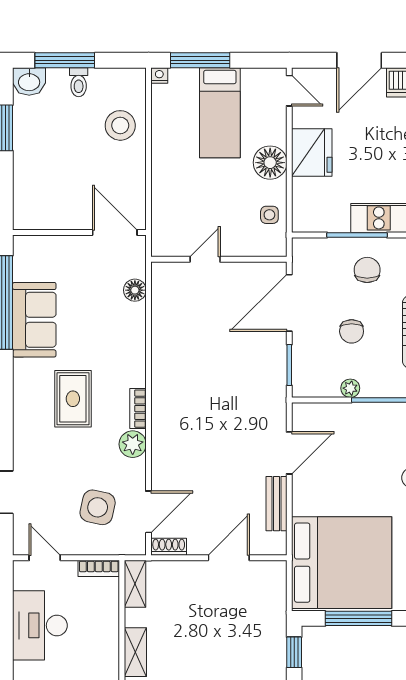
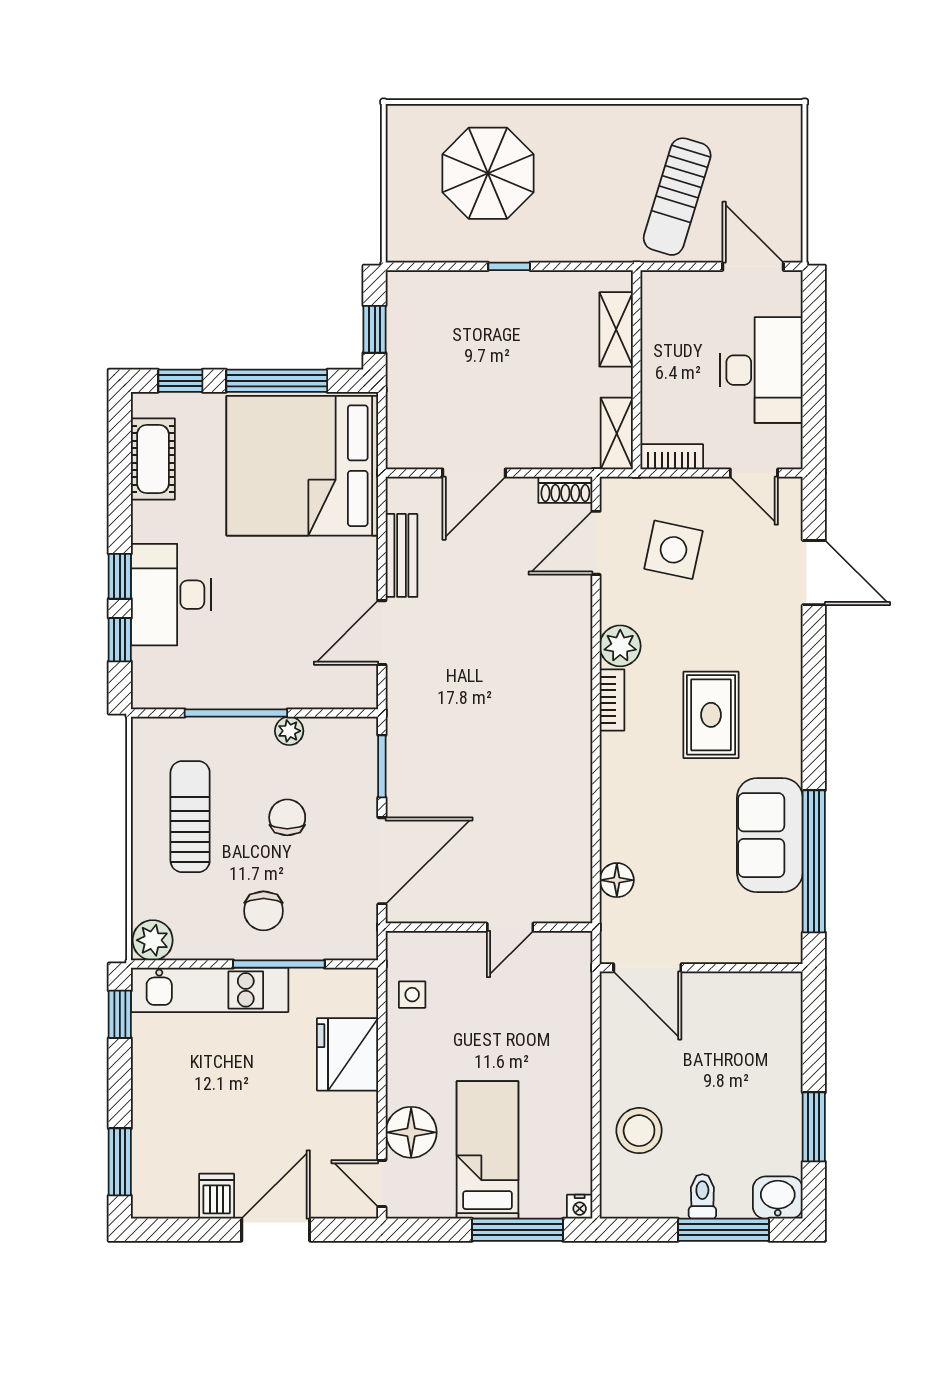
fridge: (312, 152) -> (348, 1054), moved
floor lamp: (270, 163) -> (411, 1132), moved

